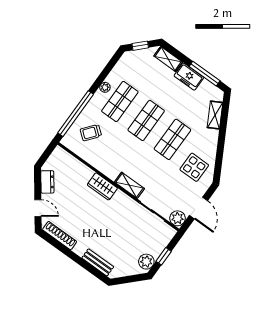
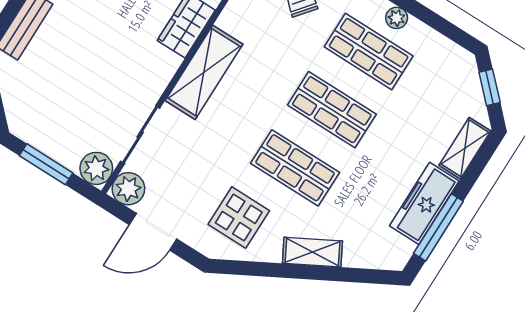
freezer: (189, 77) -> (424, 203), width x1.40
shelving: (215, 115) -> (312, 252), moved
shelving: (129, 185) -> (204, 72), width x1.50, depth x1.33
window: (164, 256) -> (46, 164), width x1.50
plant: (146, 262) -> (96, 168), moved

